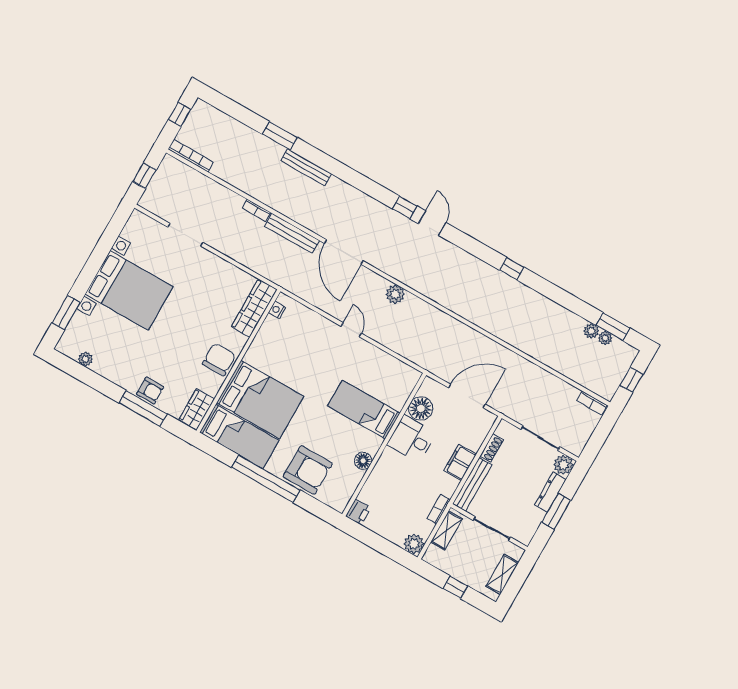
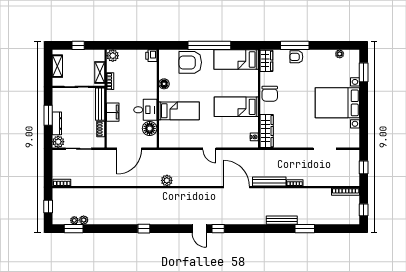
plant: (395, 294) -> (167, 180), moved
bed: (260, 400) -> (236, 107), moved, width x0.67

